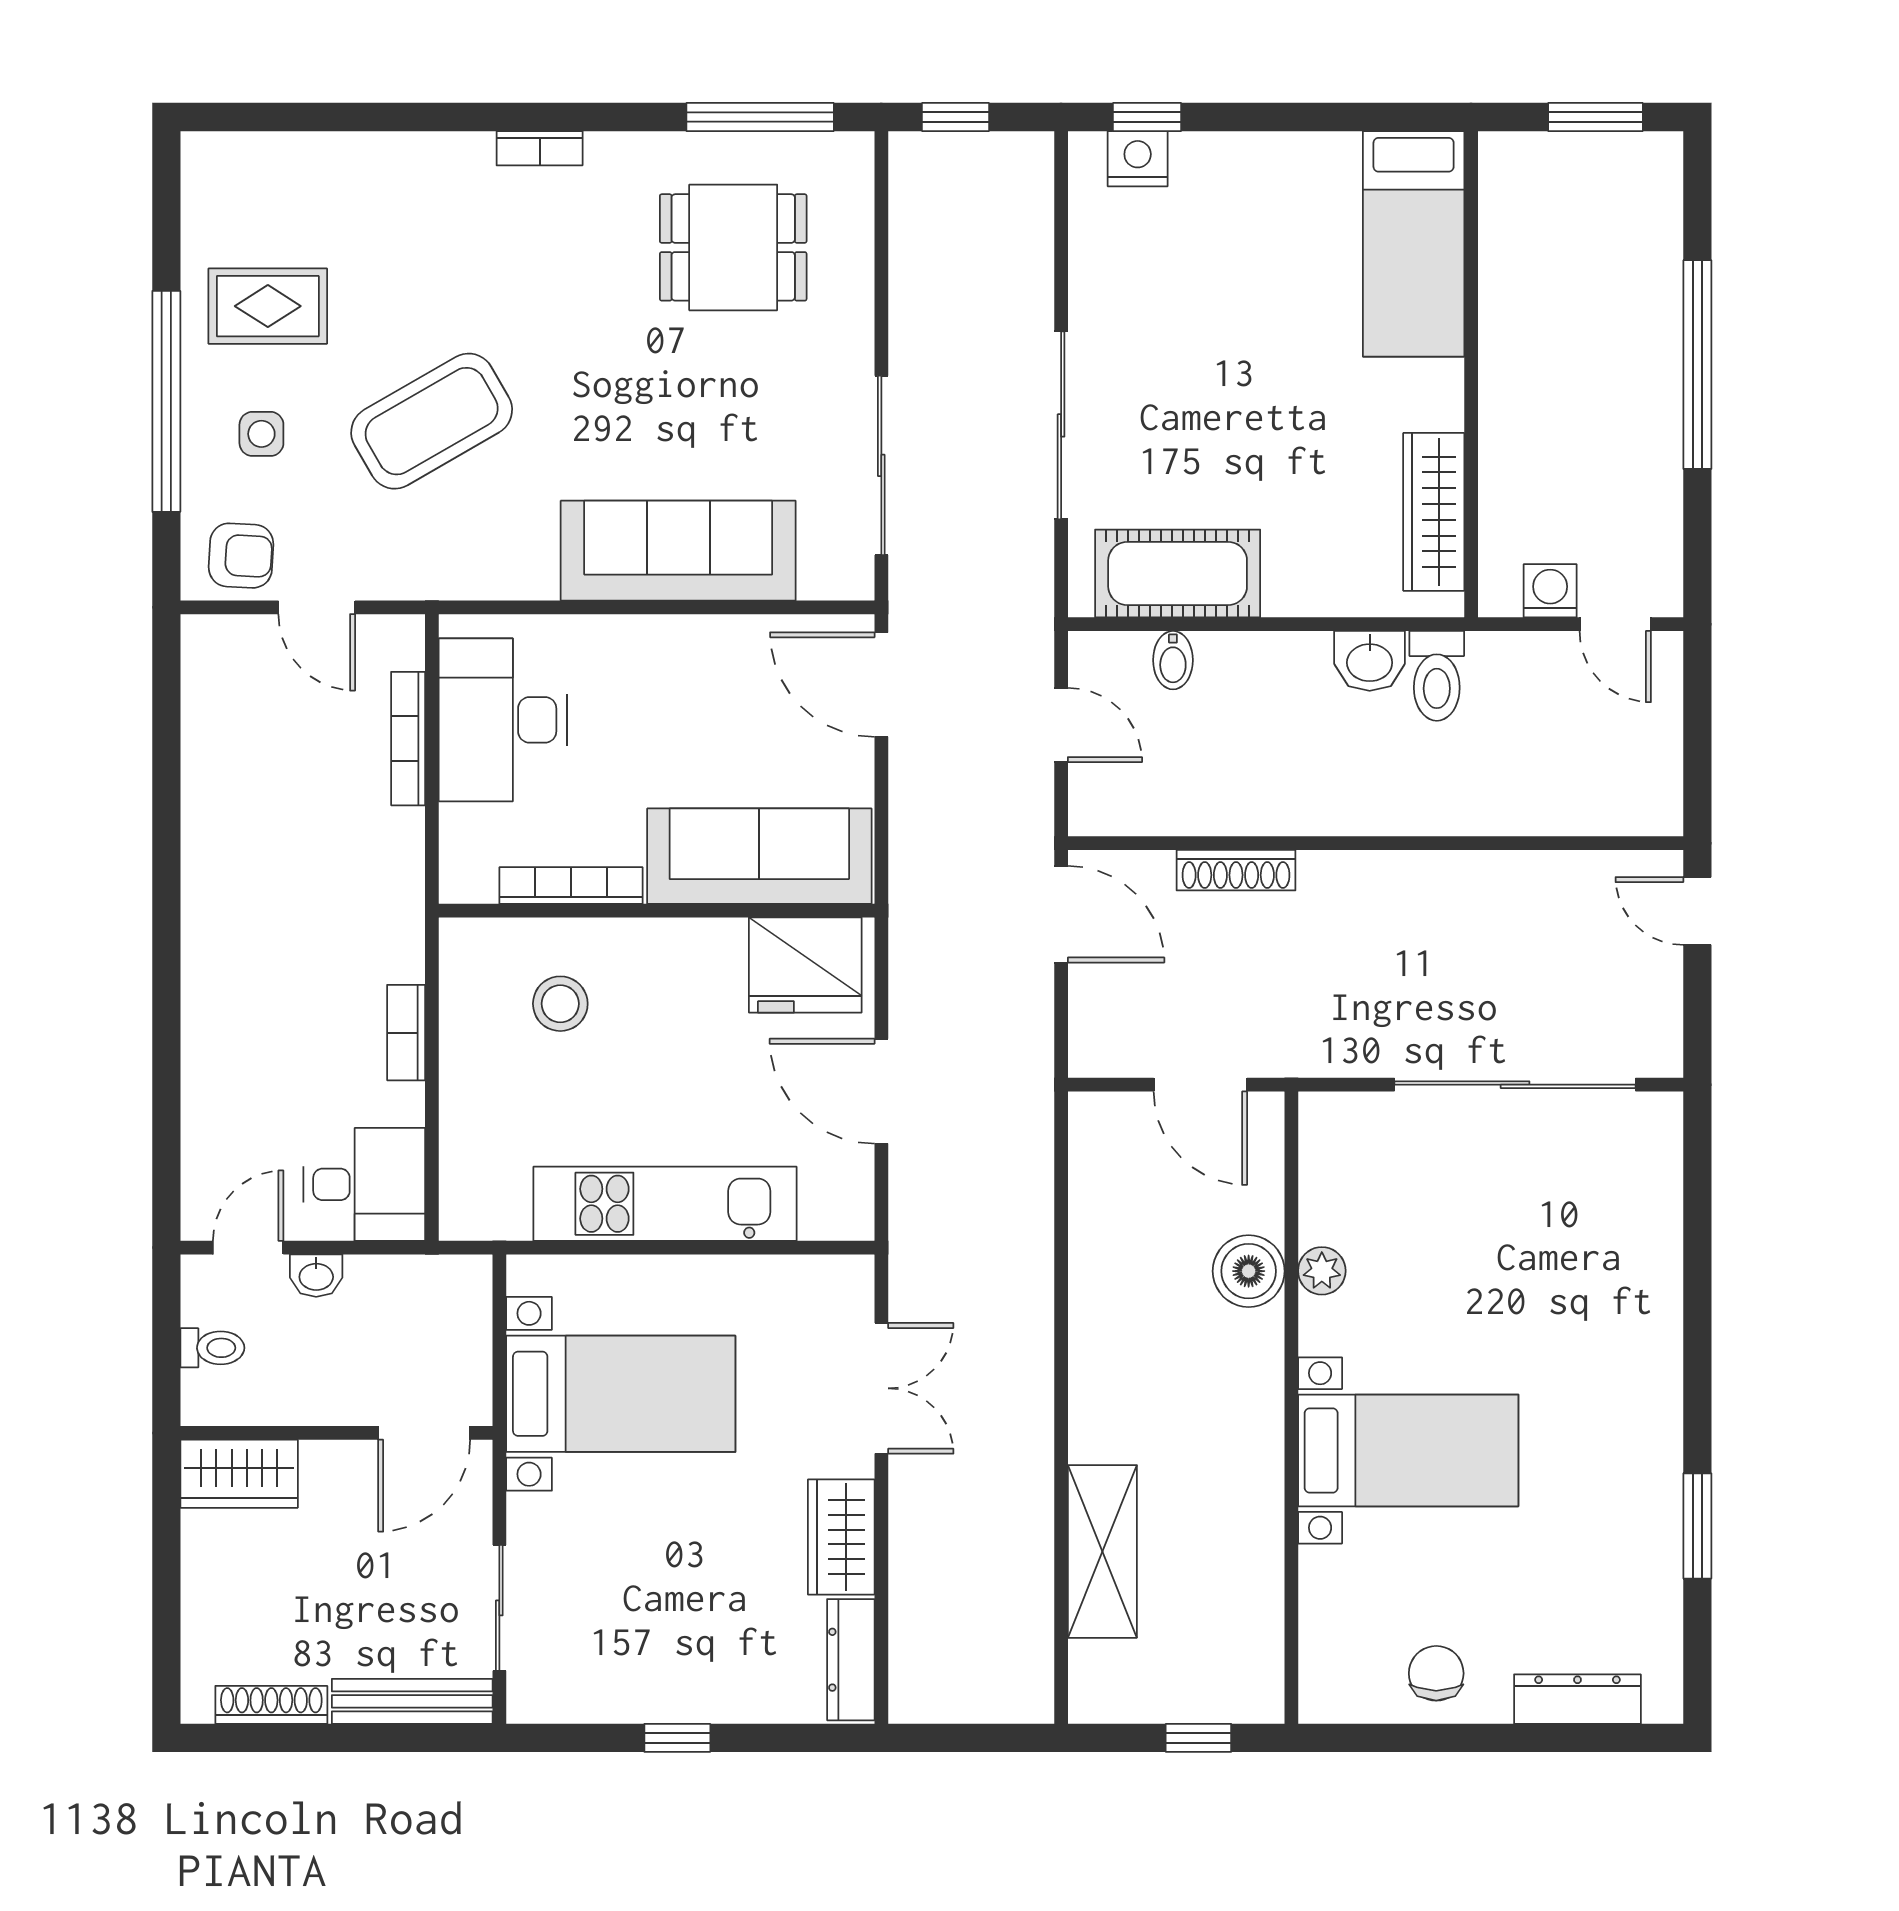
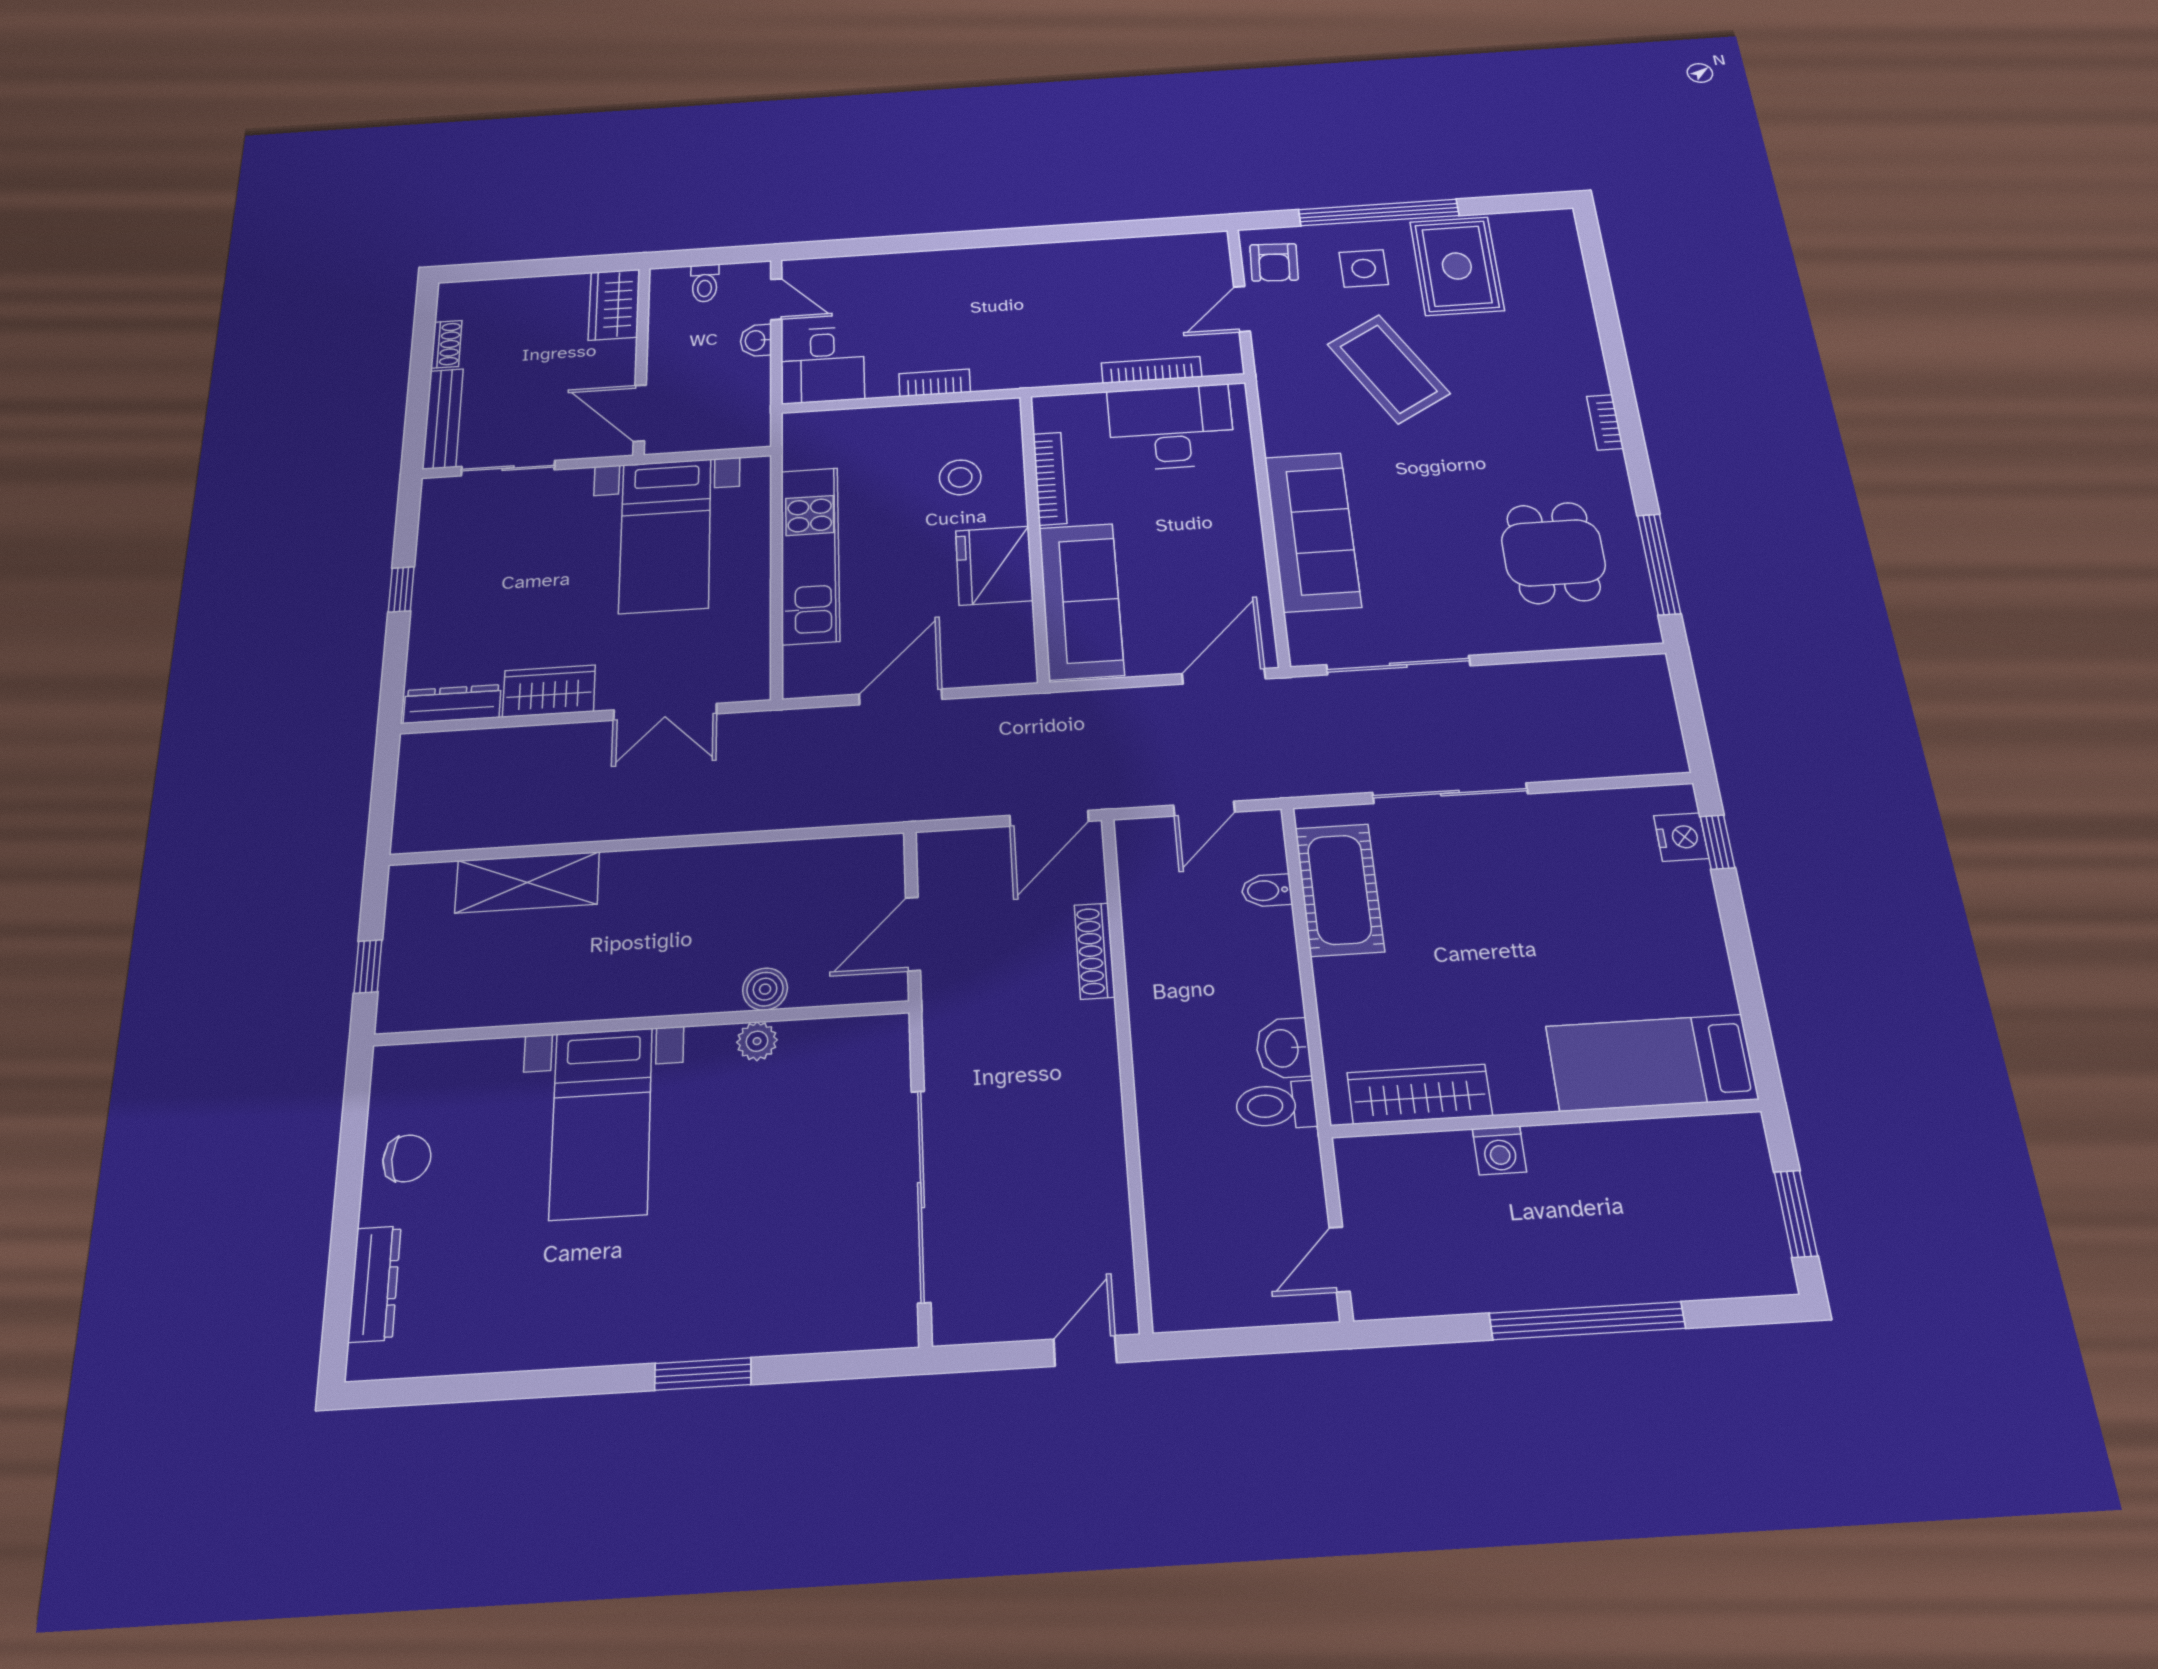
window: (955, 117) -> (1688, 700), removed
rug: (268, 306) -> (1457, 266), width x1.36, depth x1.43
side table: (261, 434) -> (1364, 268), width x1.37, depth x1.37
washing machine: (1550, 591) -> (1499, 1150), moved, turned 90
fridge: (805, 965) -> (994, 566), moved
boiler: (1249, 1271) -> (765, 989), width x0.73, depth x0.73
window: (1697, 1526) -> (703, 1374), moved
shoe rack: (271, 1705) -> (446, 344), width x0.70

